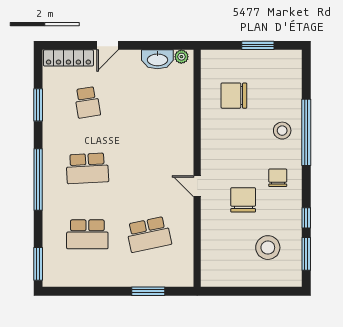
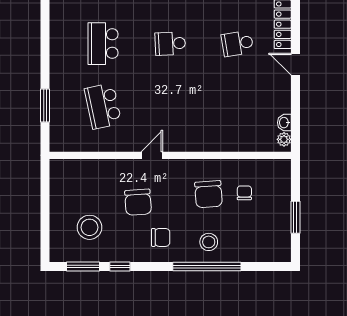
washbasin: (157, 59) -> (284, 123), width x0.52, depth x0.69
chair: (234, 96) -> (244, 193), width x0.54, depth x0.54
chair: (235, 131) -> (209, 194), added
school desk: (87, 168) -> (170, 44), width x0.54
chair: (243, 200) -> (138, 202), turned 86

